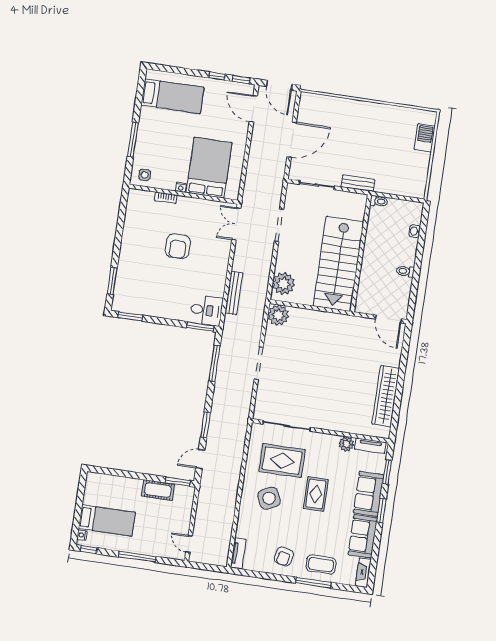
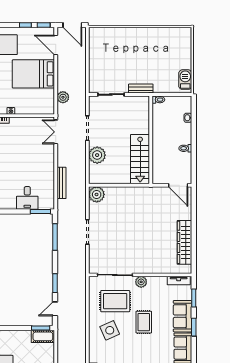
barbecue: (425, 138) -> (185, 80), moved
door: (292, 140) -> (87, 64), removed
bed: (209, 168) -> (33, 74), moved, turned -90
plant: (253, 179) -> (63, 97), added
armchair: (178, 246) -> (15, 155), removed
stairs: (338, 264) -> (140, 159), width x0.73, depth x0.66
plant: (284, 284) -> (97, 155), moved
desk: (206, 310) -> (27, 198), moved, turned 90
plant: (346, 444) -> (141, 282), moved
cot: (158, 490) -> (43, 336), moved

